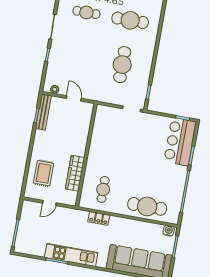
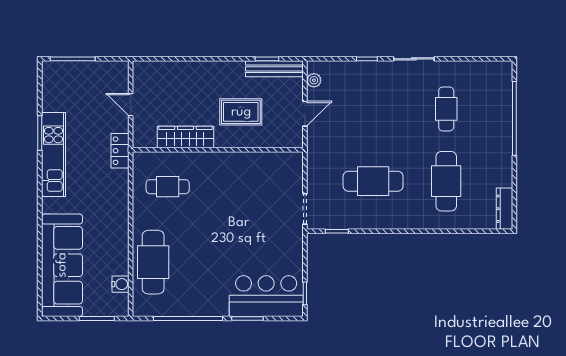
rug: (44, 173) -> (241, 112), moved
locker: (99, 218) -> (120, 151), moved
water cooler: (169, 231) -> (120, 284), moved

